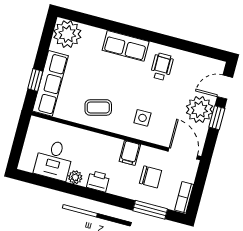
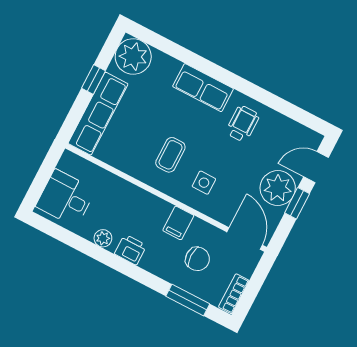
window: (35, 80) -> (93, 79), moved
coffee table: (98, 107) -> (170, 155), moved, turned -75
desk: (54, 160) -> (66, 198), moved, turned 90

